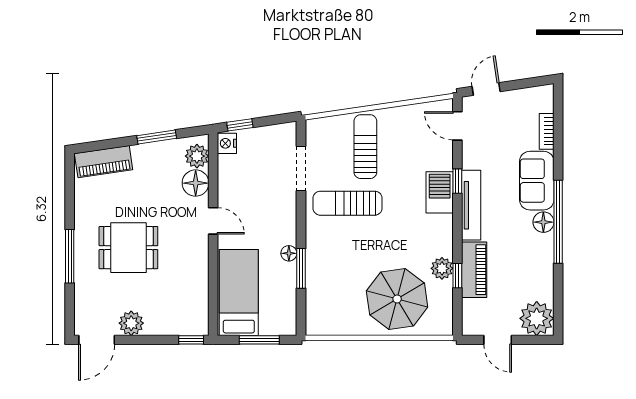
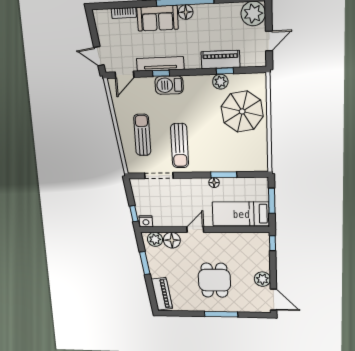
sun lounger: (365, 147) -> (142, 135), turned 90
tv unit: (471, 205) -> (160, 64), moved

